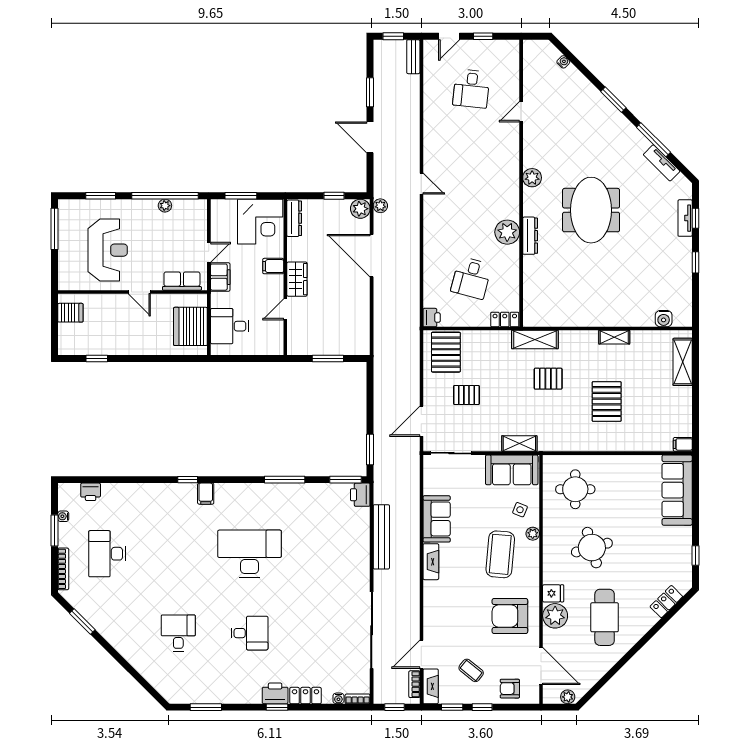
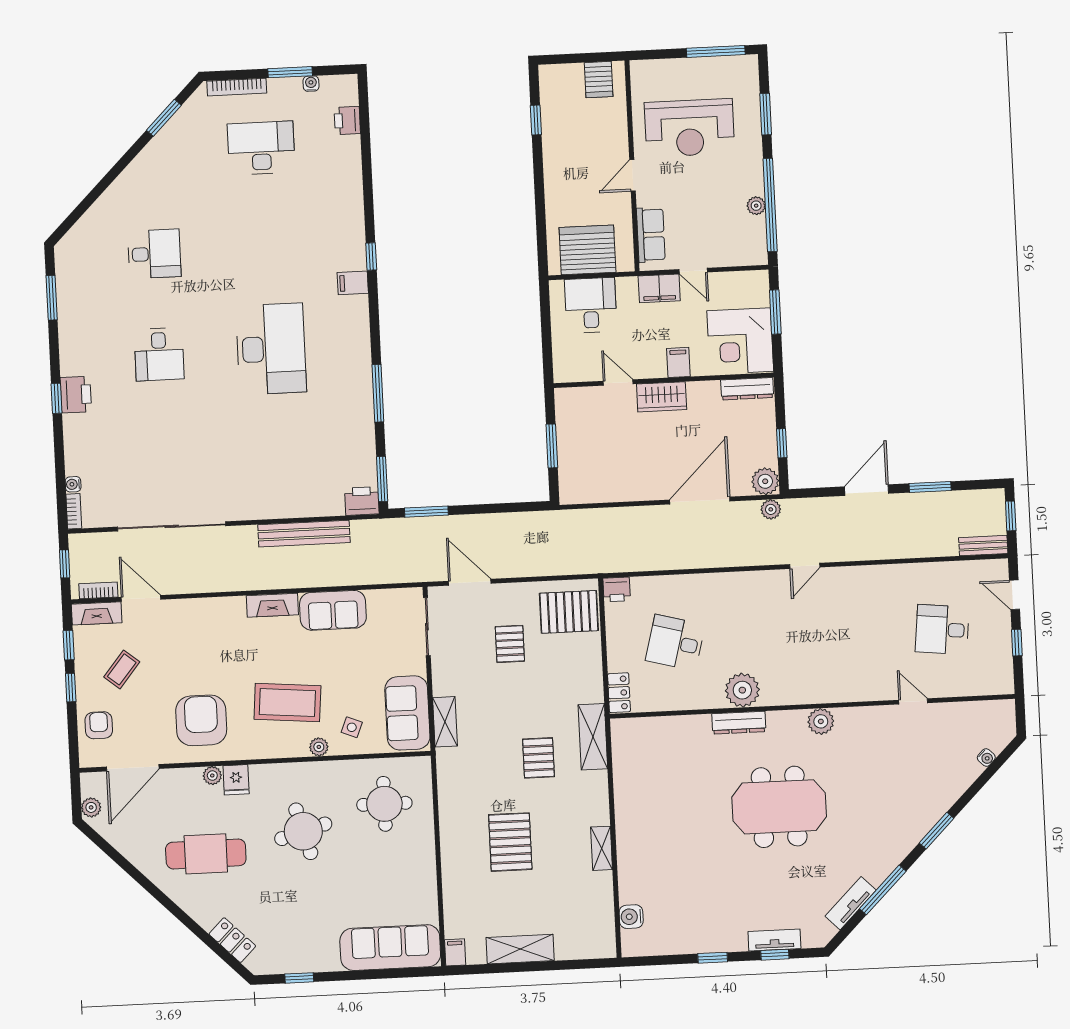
shelving: (683, 362) -> (520, 949), moved
pallet: (607, 402) -> (510, 842), turned 90
plant: (555, 616) -> (212, 776), width x0.53, depth x0.53
locker: (305, 696) -> (75, 438), removed

